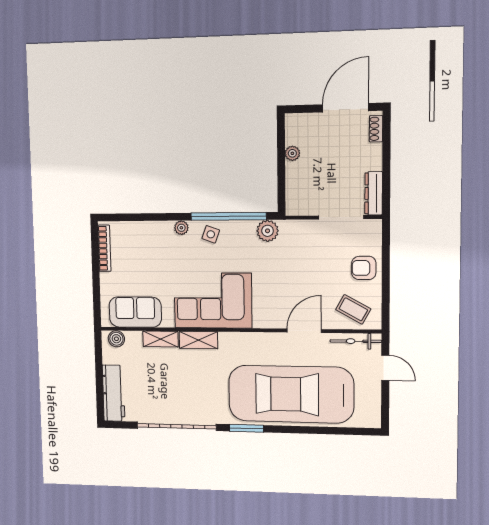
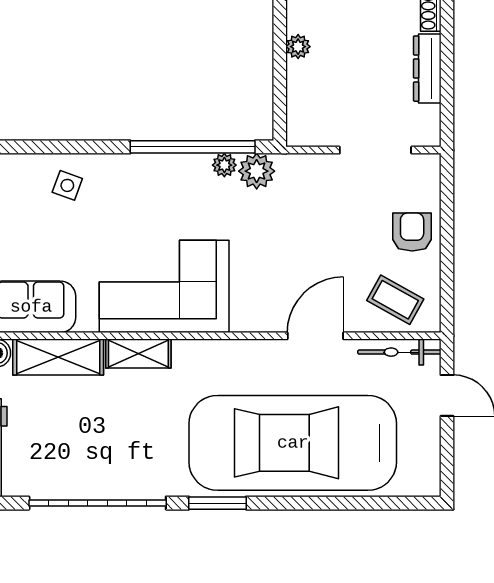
dresser: (374, 193) -> (427, 69), moved
plant: (181, 228) -> (224, 165), moved
side table: (211, 234) -> (67, 185), moved
armchair: (364, 268) -> (412, 232), turned 90
shelving: (161, 339) -> (58, 357), width x1.50, depth x1.33

